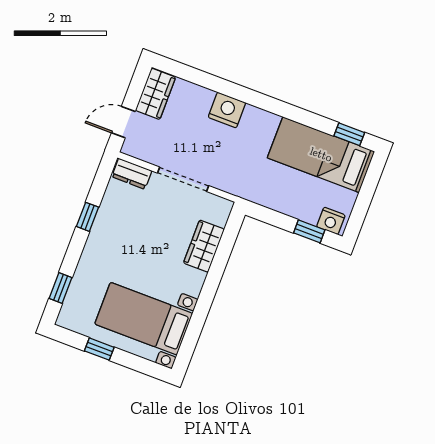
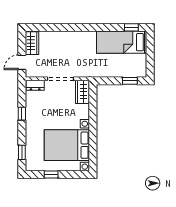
nightstand: (227, 110) -> (69, 38), removed
nightstand: (331, 221) -> (138, 72), removed
wardrobe: (204, 246) -> (82, 92), moved
bed with nightstands: (144, 319) -> (67, 145), width x1.36

